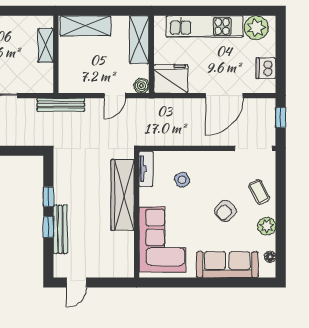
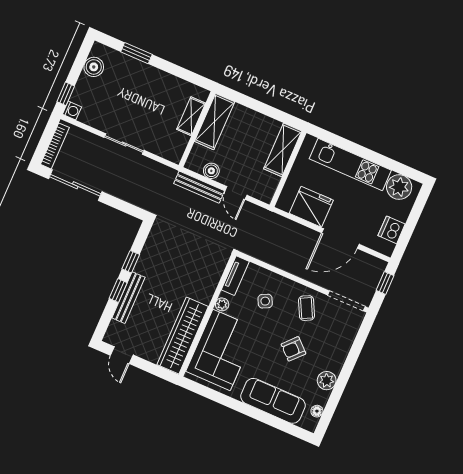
shelving: (85, 26) -> (215, 122), moved, turned 90
fridge: (171, 79) -> (311, 207), moved
boiler: (141, 86) -> (211, 171), moved
door: (115, 96) -> (236, 193), hinge flipped
bench: (61, 105) -> (199, 187), moved
coffee table: (259, 192) -> (307, 308), moved
wardrobe: (123, 195) -> (183, 335), moved
plant: (145, 199) -> (222, 304), added
door: (76, 283) -> (122, 355), hinge flipped

